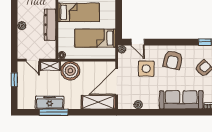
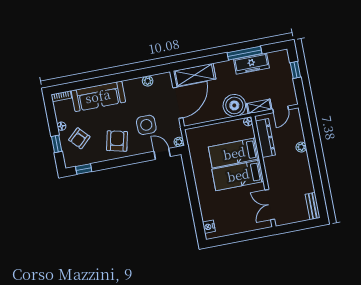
dresser: (50, 25) -> (265, 138), moved
bed: (95, 38) -> (234, 153), moved, turned 180
door: (33, 60) -> (281, 109), swing flipped
window: (14, 80) -> (295, 70), moved

